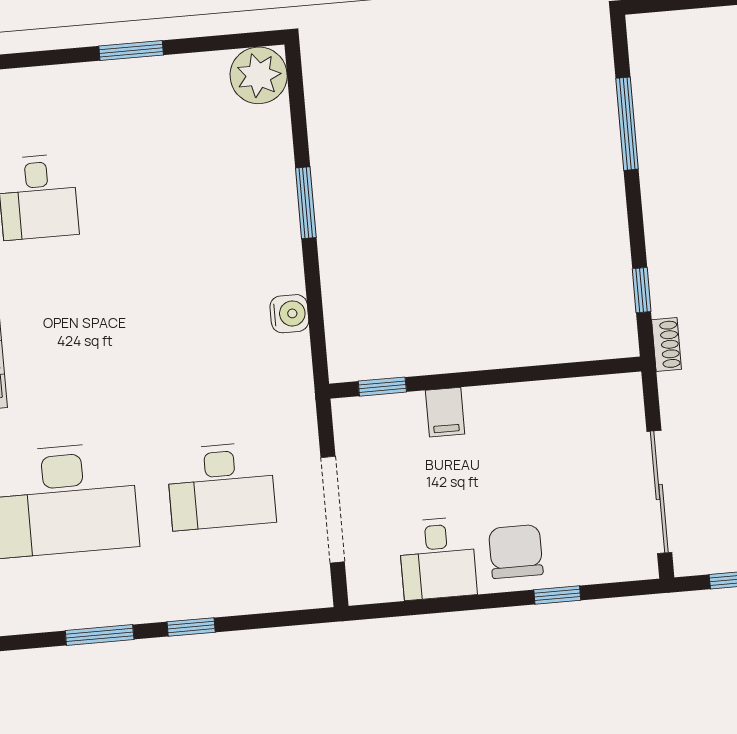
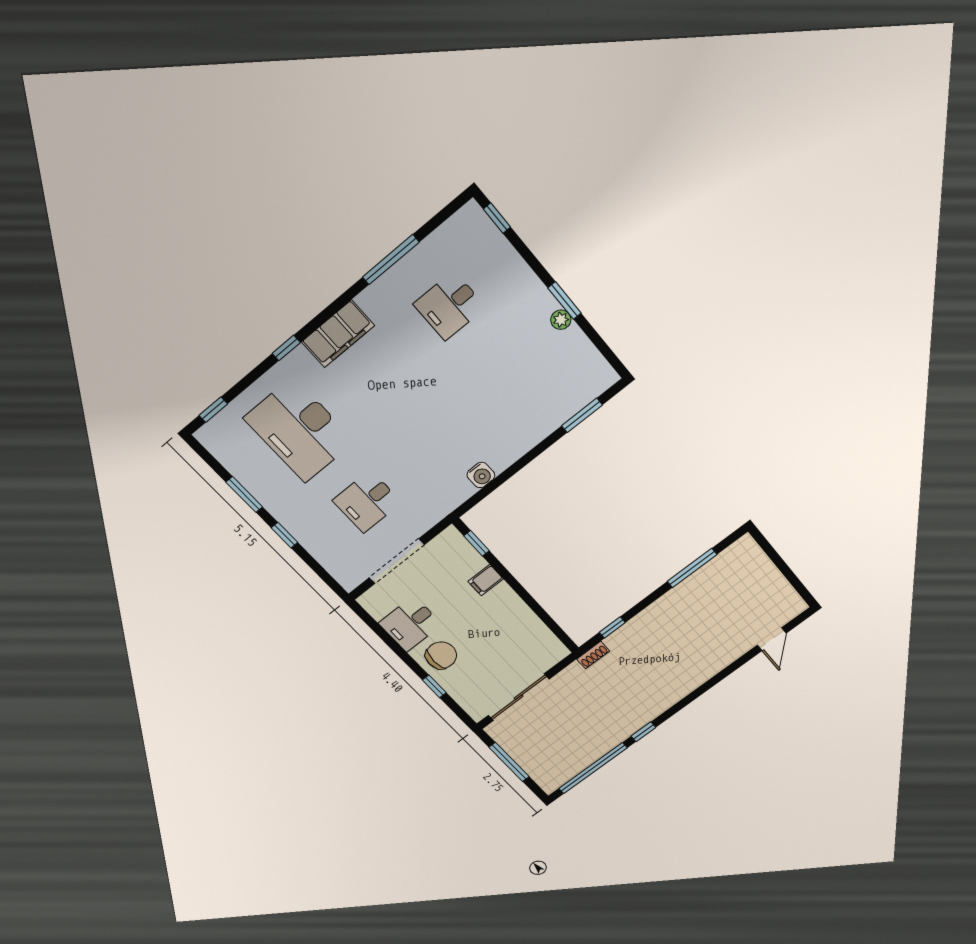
plant: (259, 75) -> (561, 320), moved, width x0.53, depth x0.53
window: (306, 203) -> (582, 415), moved
desk: (221, 486) -> (367, 502), width x0.73

